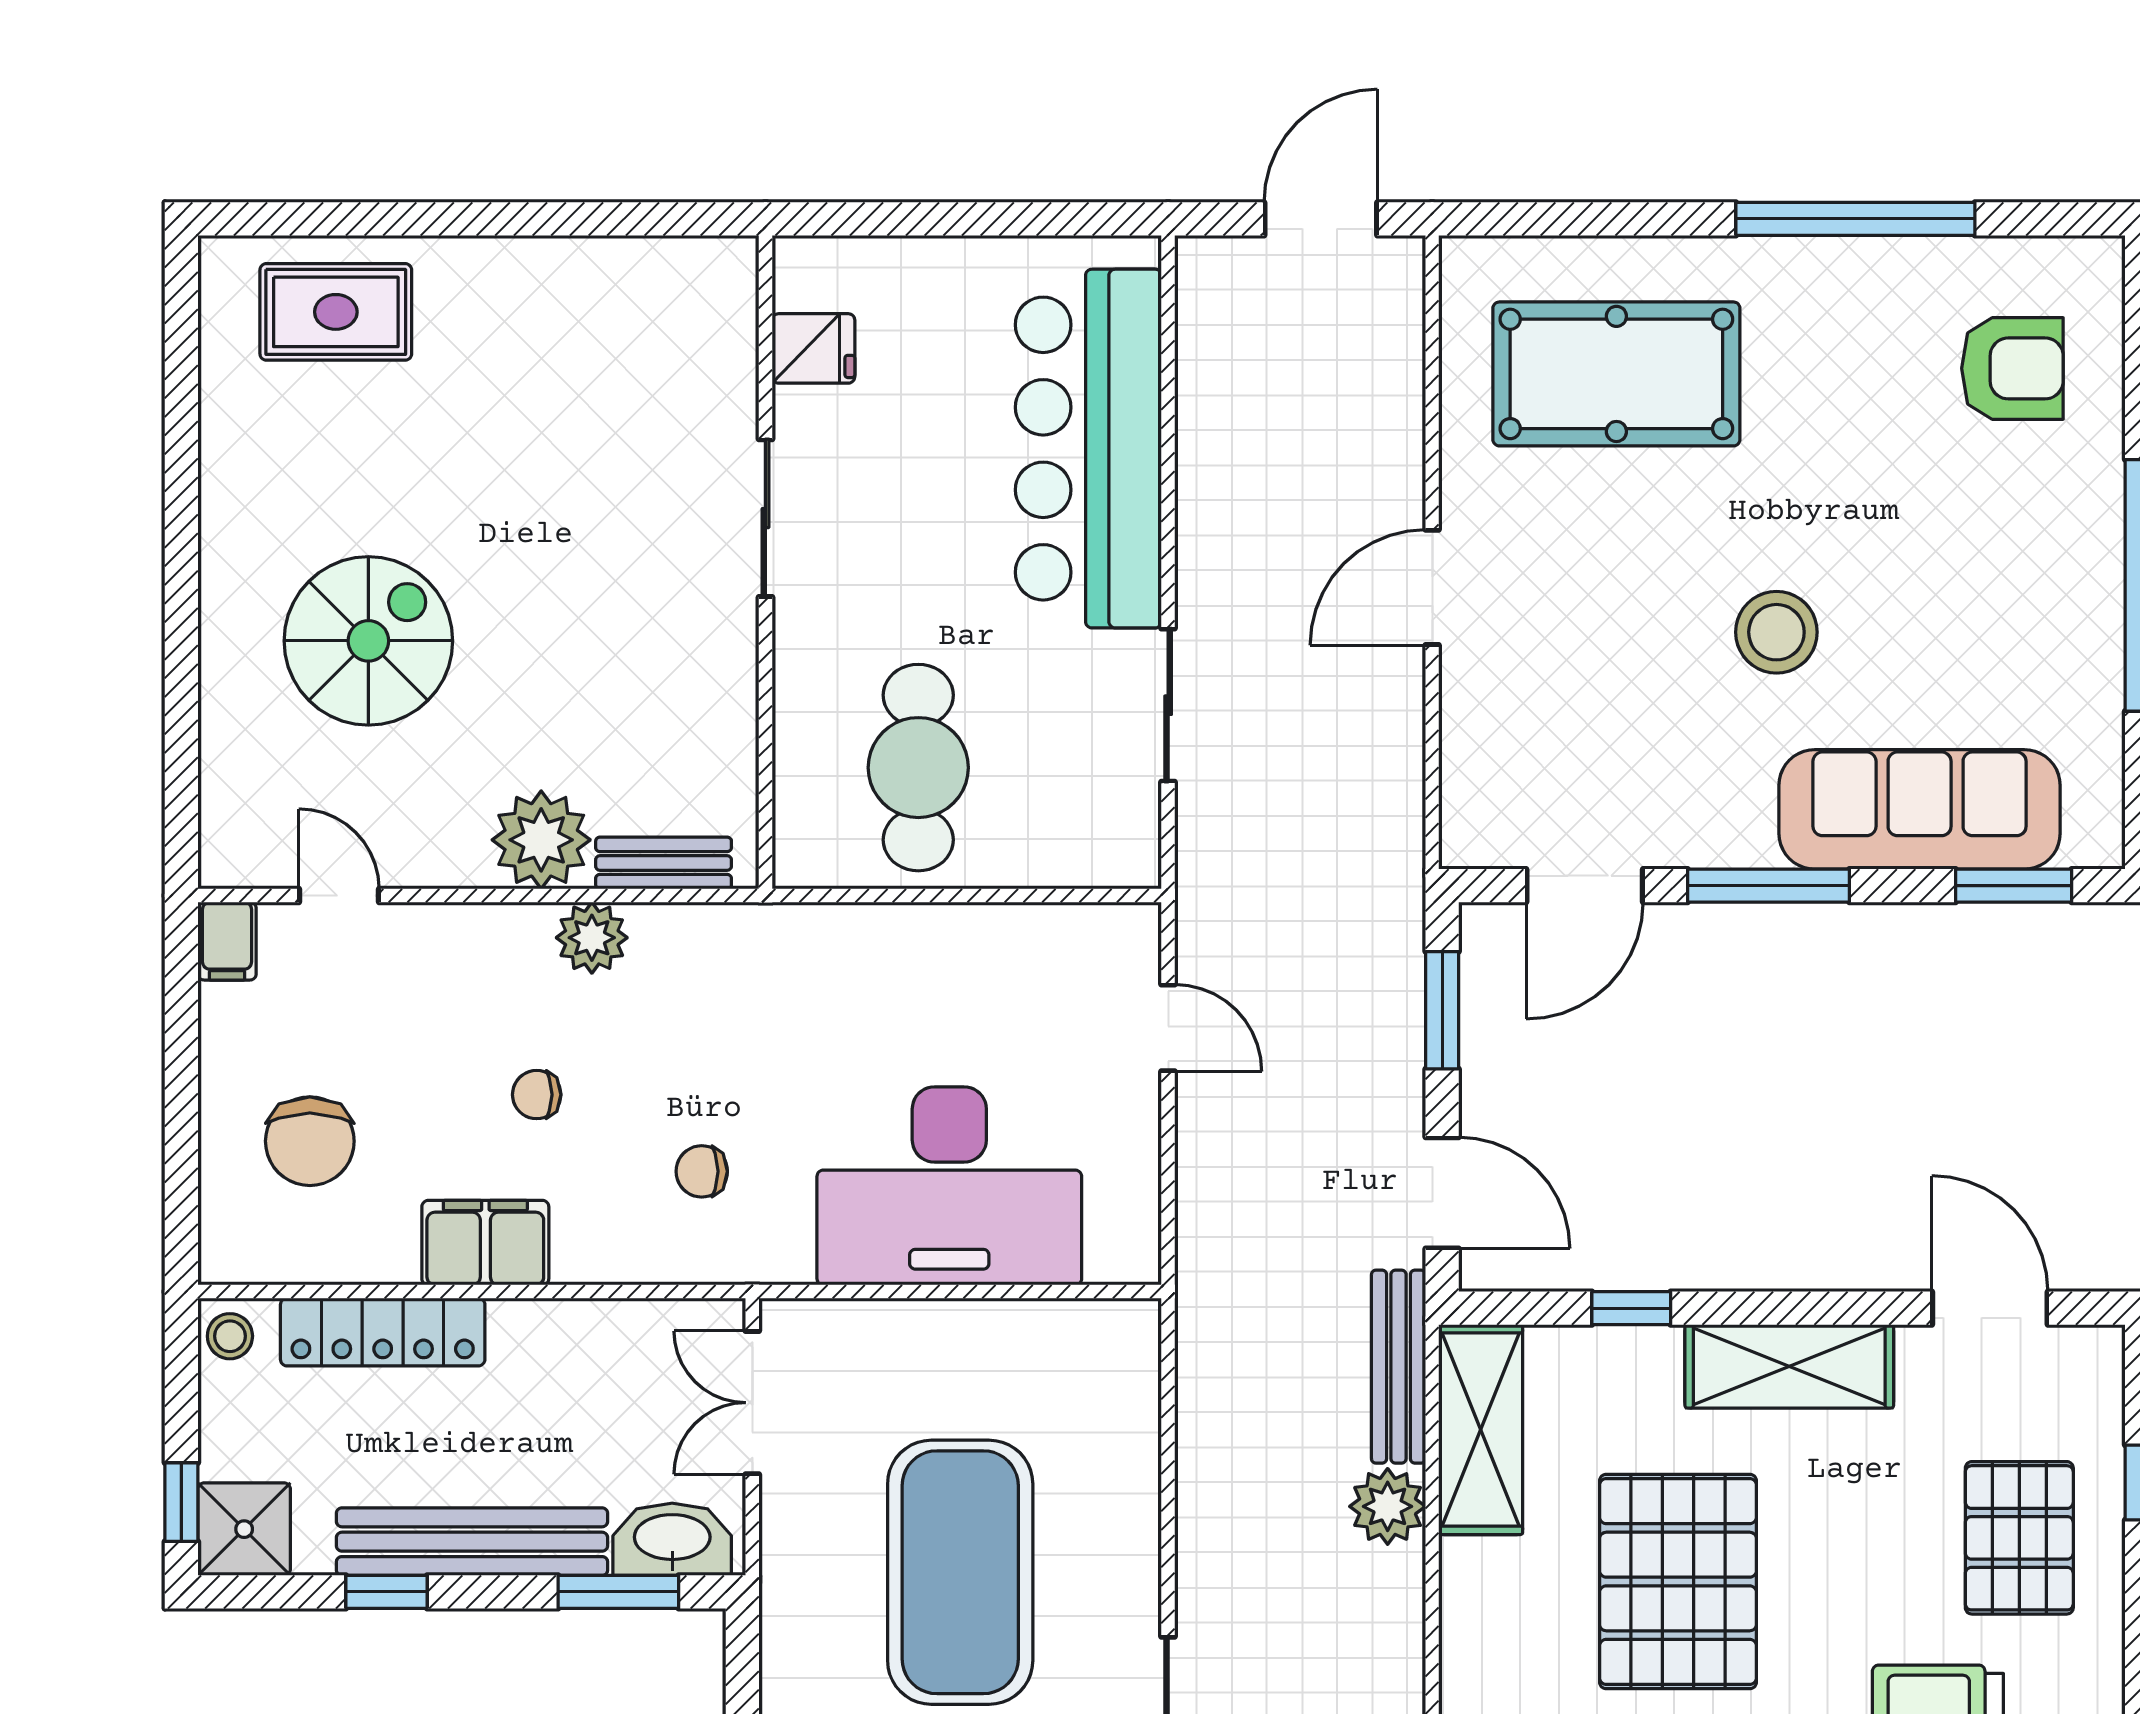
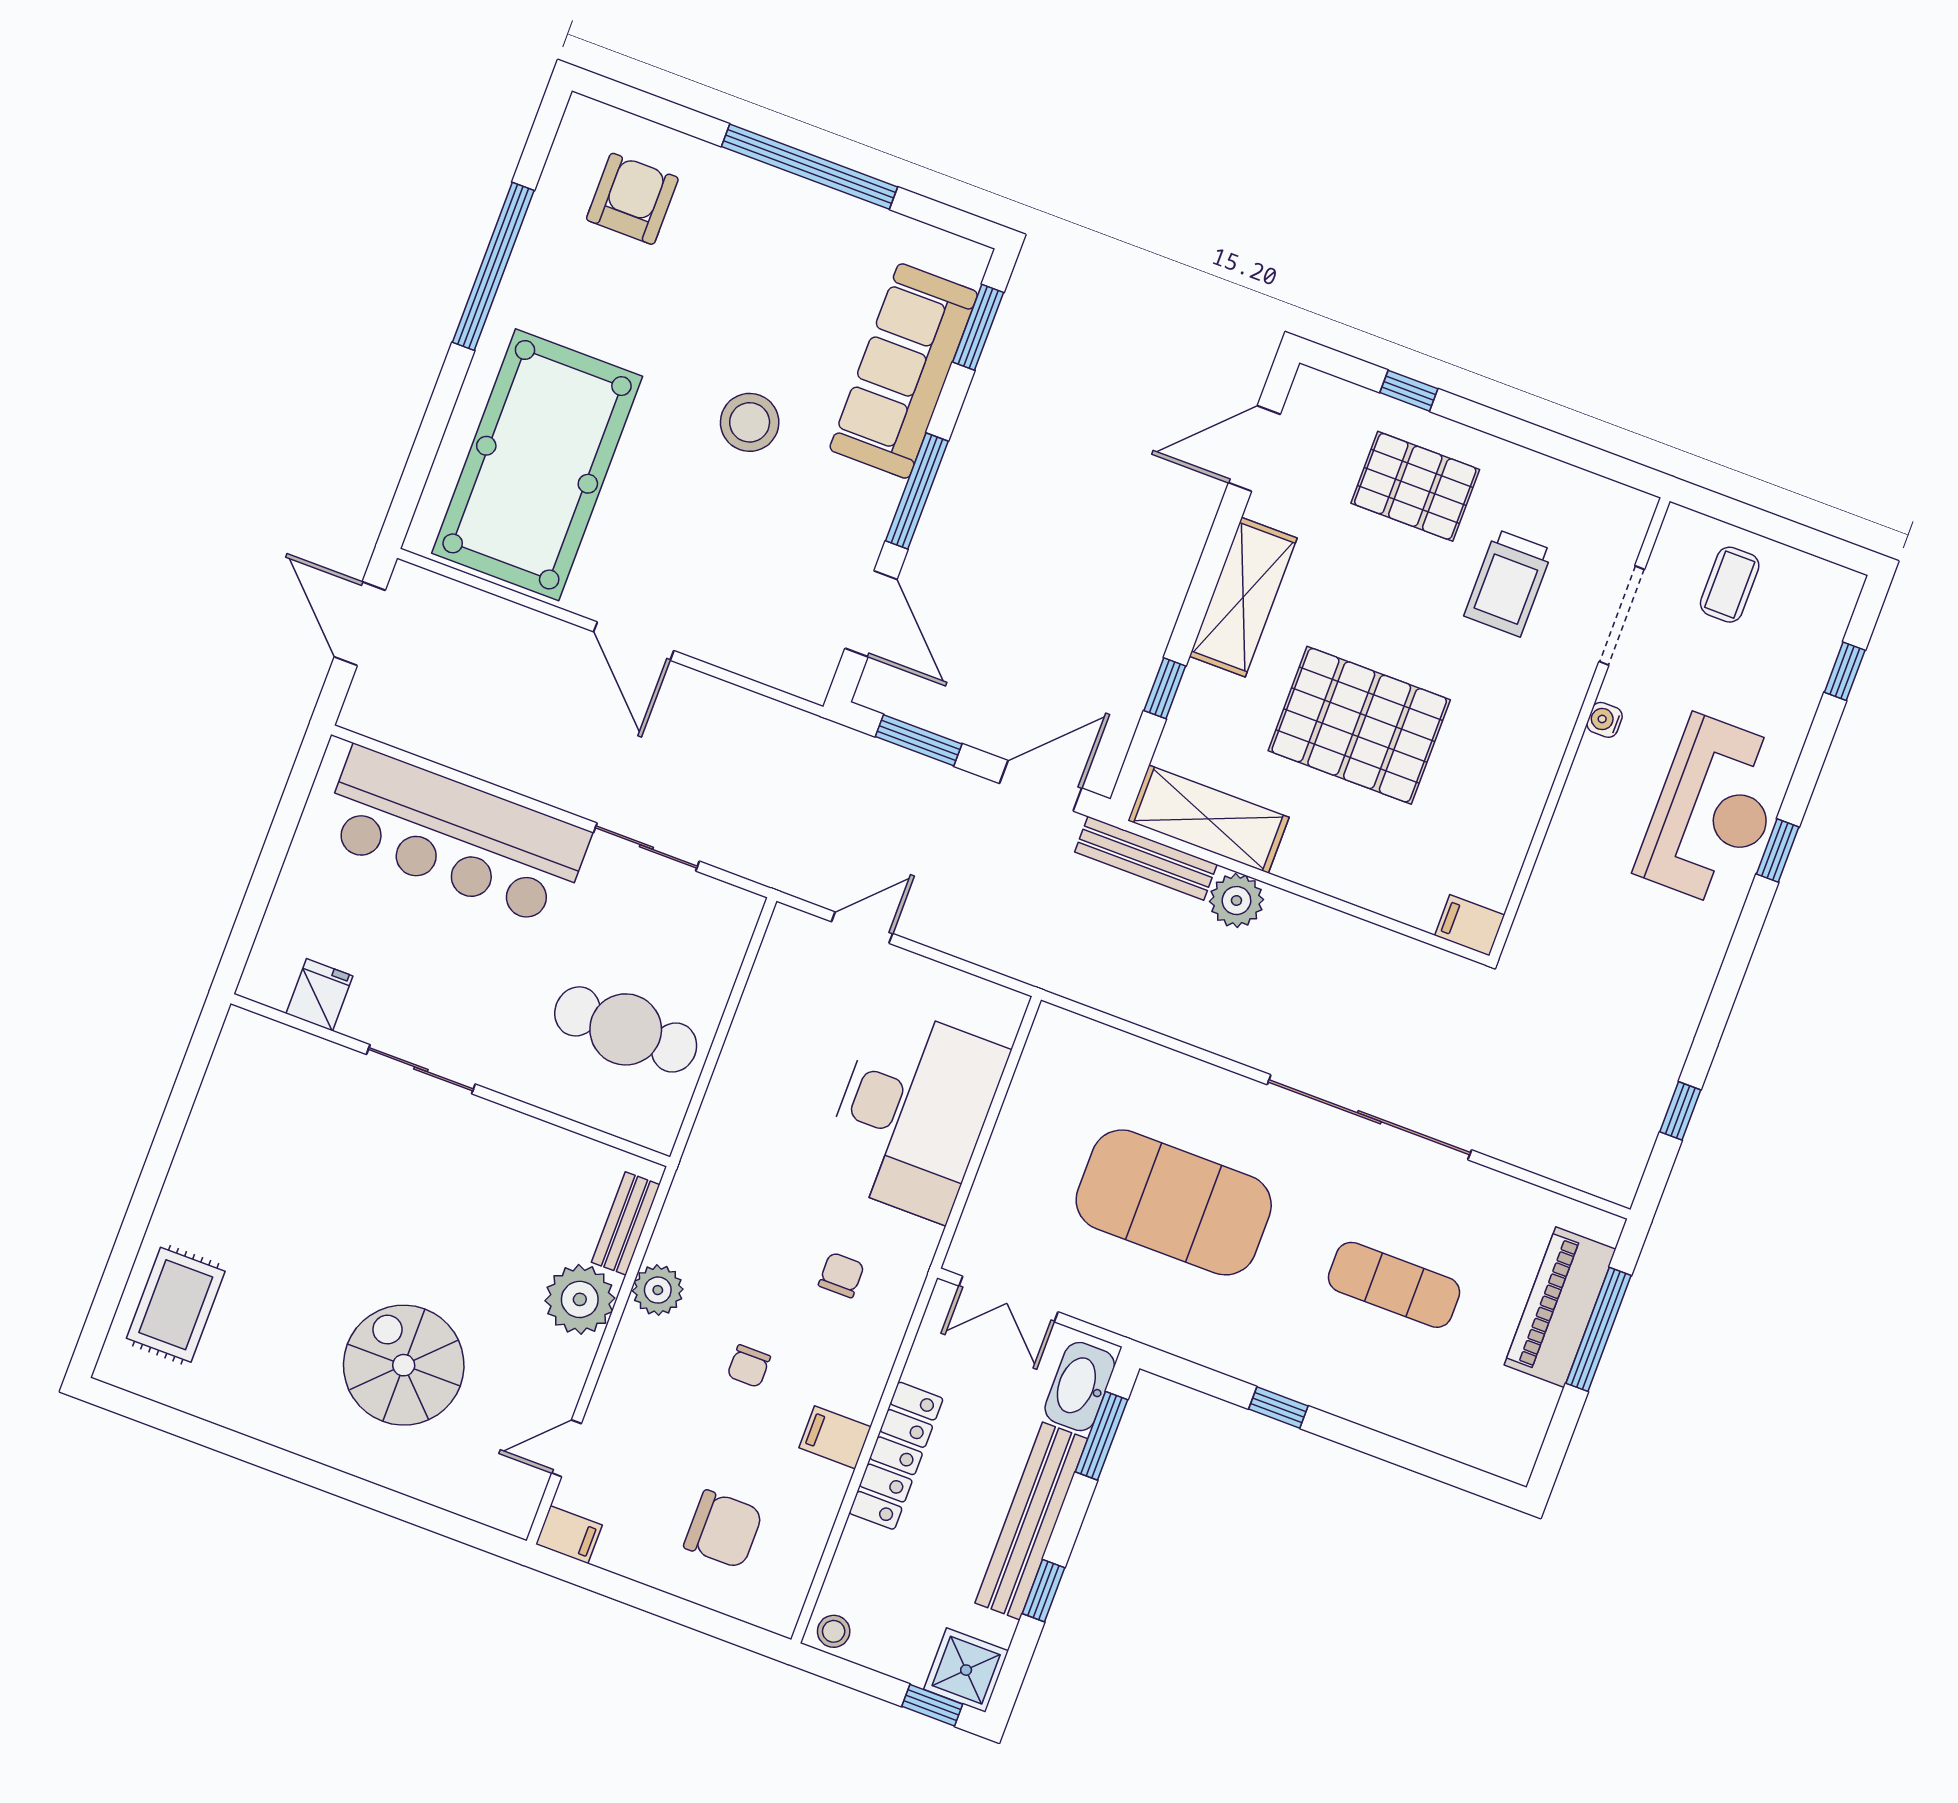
pool table: (1616, 374) -> (537, 465), width x1.36, depth x1.32
chair: (702, 1171) -> (841, 1275), turned 180
filing cabinet: (485, 1243) -> (835, 1437), width x0.50
locker: (383, 1332) -> (896, 1456), moved

